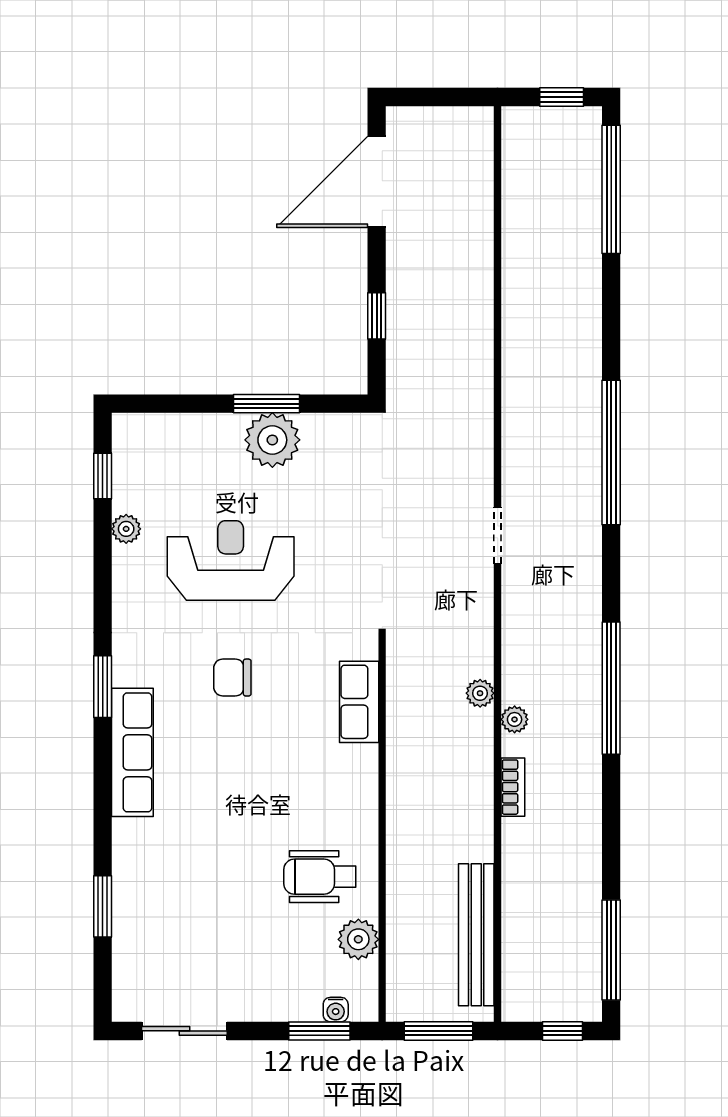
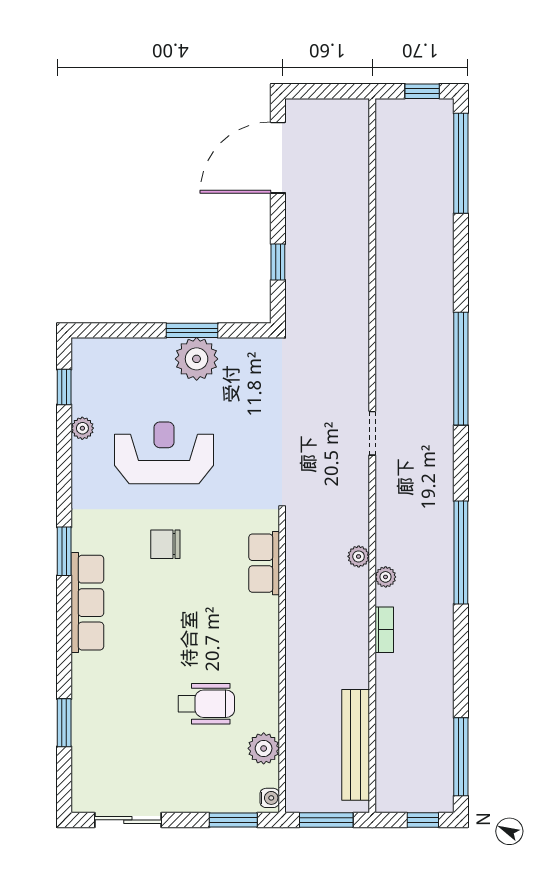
wheelchair: (320, 877) -> (206, 704), moved, turned 180
water cooler: (336, 1010) -> (270, 798), moved, turned -90

